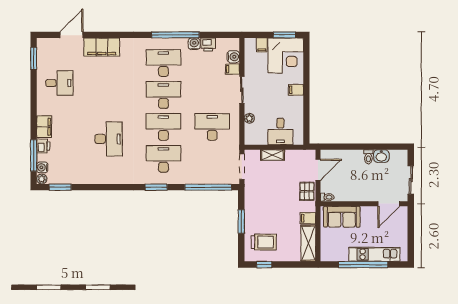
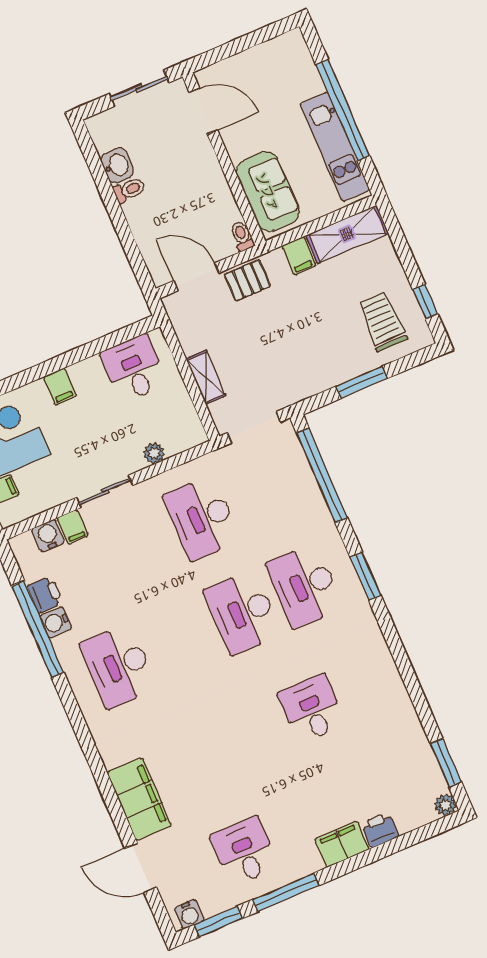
window: (175, 35) -> (38, 629), moved
desk: (163, 95) -> (181, 639), removed
desk: (280, 131) -> (134, 368), moved, turned -90
desk: (109, 139) -> (312, 709), width x0.73
window: (34, 155) -> (286, 892), moved
water cooler: (42, 167) -> (189, 914), moved
kitchen unit: (374, 254) -> (335, 147), moved

